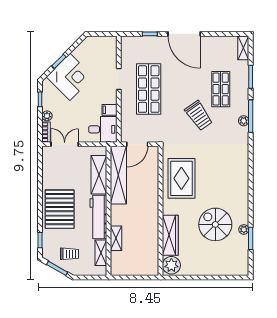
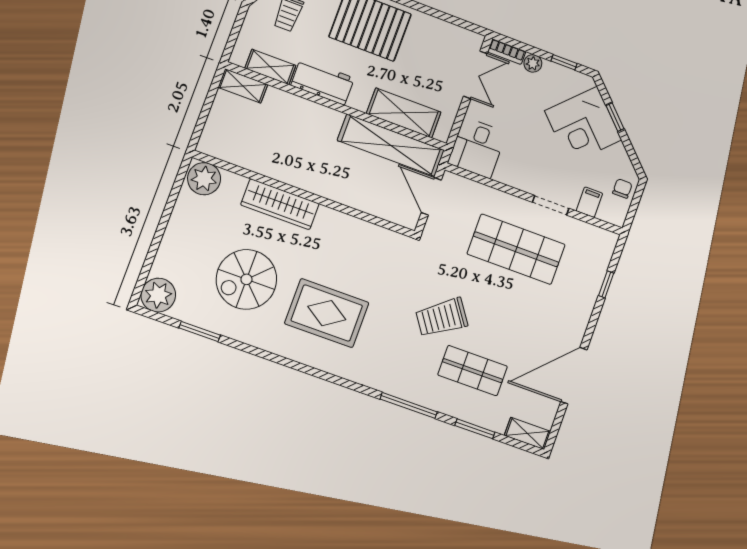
door: (184, 34) -> (574, 376), moved
chair: (96, 44) -> (622, 189), added
filing cabinet: (109, 110) -> (589, 202), moved
plant: (244, 121) -> (405, 391), removed
rug: (181, 178) -> (327, 313), moved
workbench: (98, 217) -> (323, 82), width x0.73
spiral stairs: (215, 224) -> (246, 279), turned 180
plant: (244, 229) -> (158, 295), moved, width x1.88, depth x1.88
wardrobe: (170, 235) -> (280, 204), moved
shelving: (116, 238) -> (243, 86), moved

